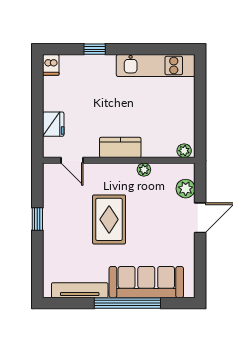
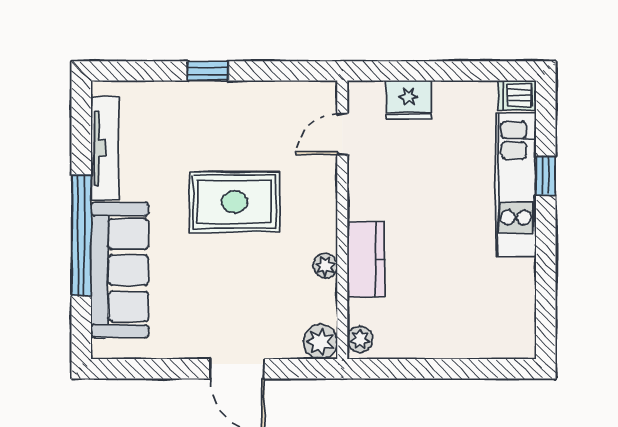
kitchen unit: (156, 65) -> (516, 185), moved
kitchen counter: (120, 147) -> (366, 260), moved
plant: (186, 189) -> (320, 342), moved
window: (37, 219) -> (208, 71), moved

